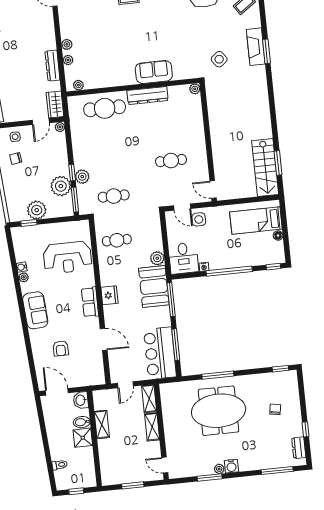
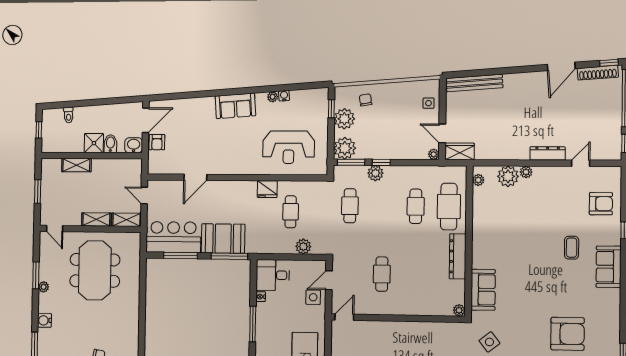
plant: (68, 60) -> (508, 176), width x1.87, depth x1.87
dresser: (52, 66) -> (548, 153), moved
sofa: (154, 72) -> (483, 290), moved
cafe table: (108, 138) -> (416, 206), added
chair: (16, 158) -> (366, 100), moved
plant: (61, 186) -> (345, 148), moved
cafe table: (117, 240) -> (291, 212), moved
reception desk: (67, 257) -> (289, 147), turned -90
plant: (157, 258) -> (303, 246), moved
window: (229, 271) -> (253, 324), width x0.68
booth: (154, 286) -> (223, 239), moved
fridge: (109, 295) -> (267, 189), moved
row of seats: (90, 302) -> (237, 167), removed
armchair: (61, 348) -> (157, 142), moved, turned -90
window: (218, 375) -> (142, 298), removed
meeting table: (219, 411) -> (95, 270), moved
shelving: (102, 424) -> (76, 165), moved
door: (165, 465) -> (55, 229), swing flipped
water cooler: (231, 466) -> (44, 320), moved

